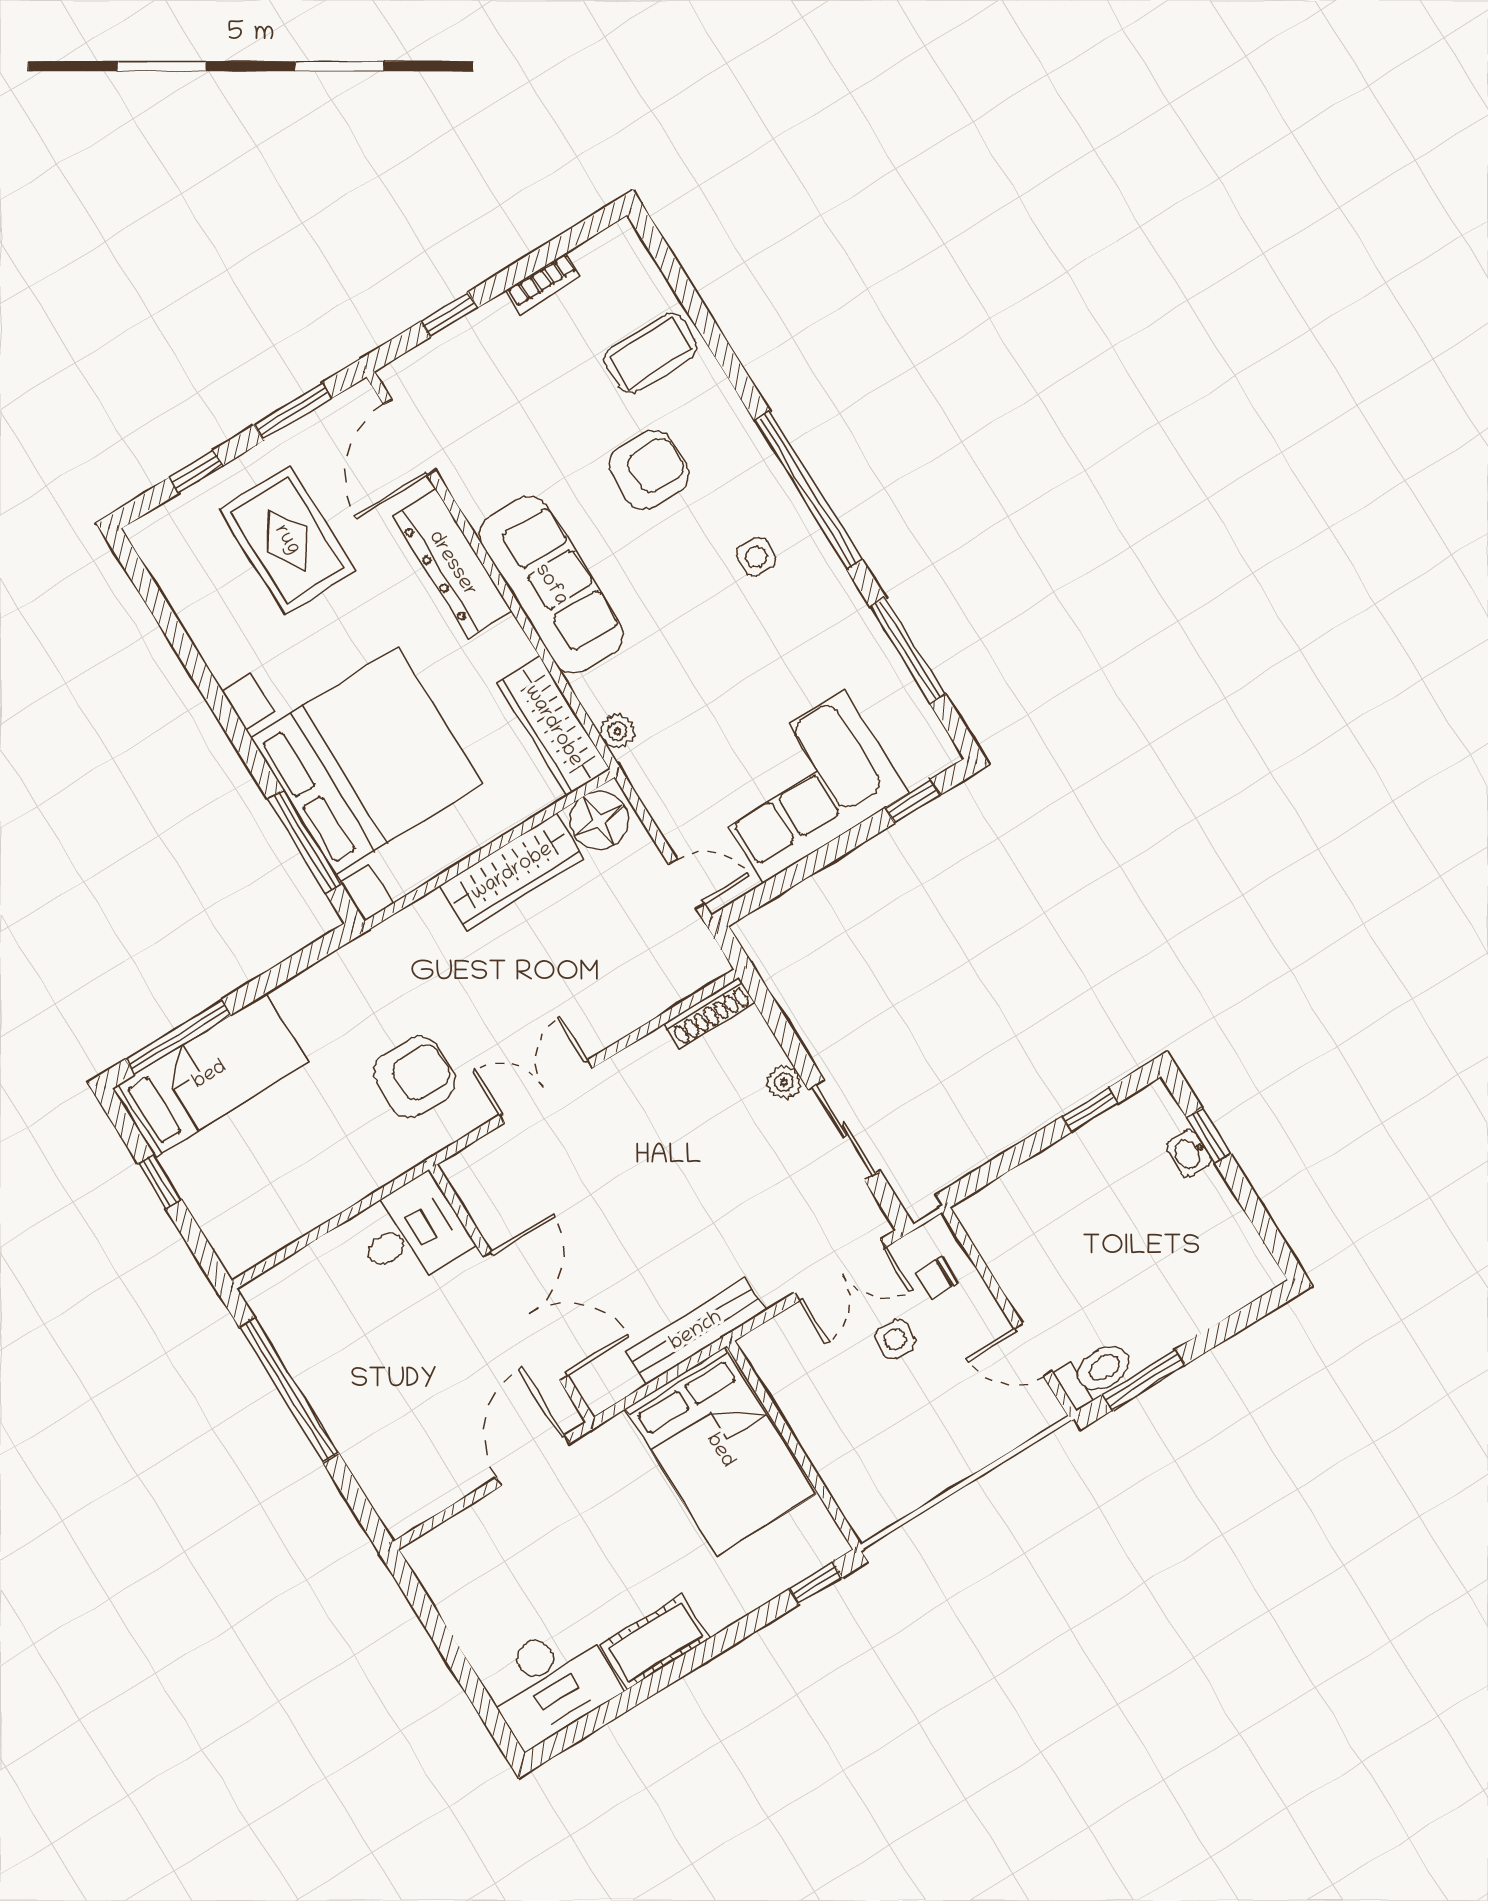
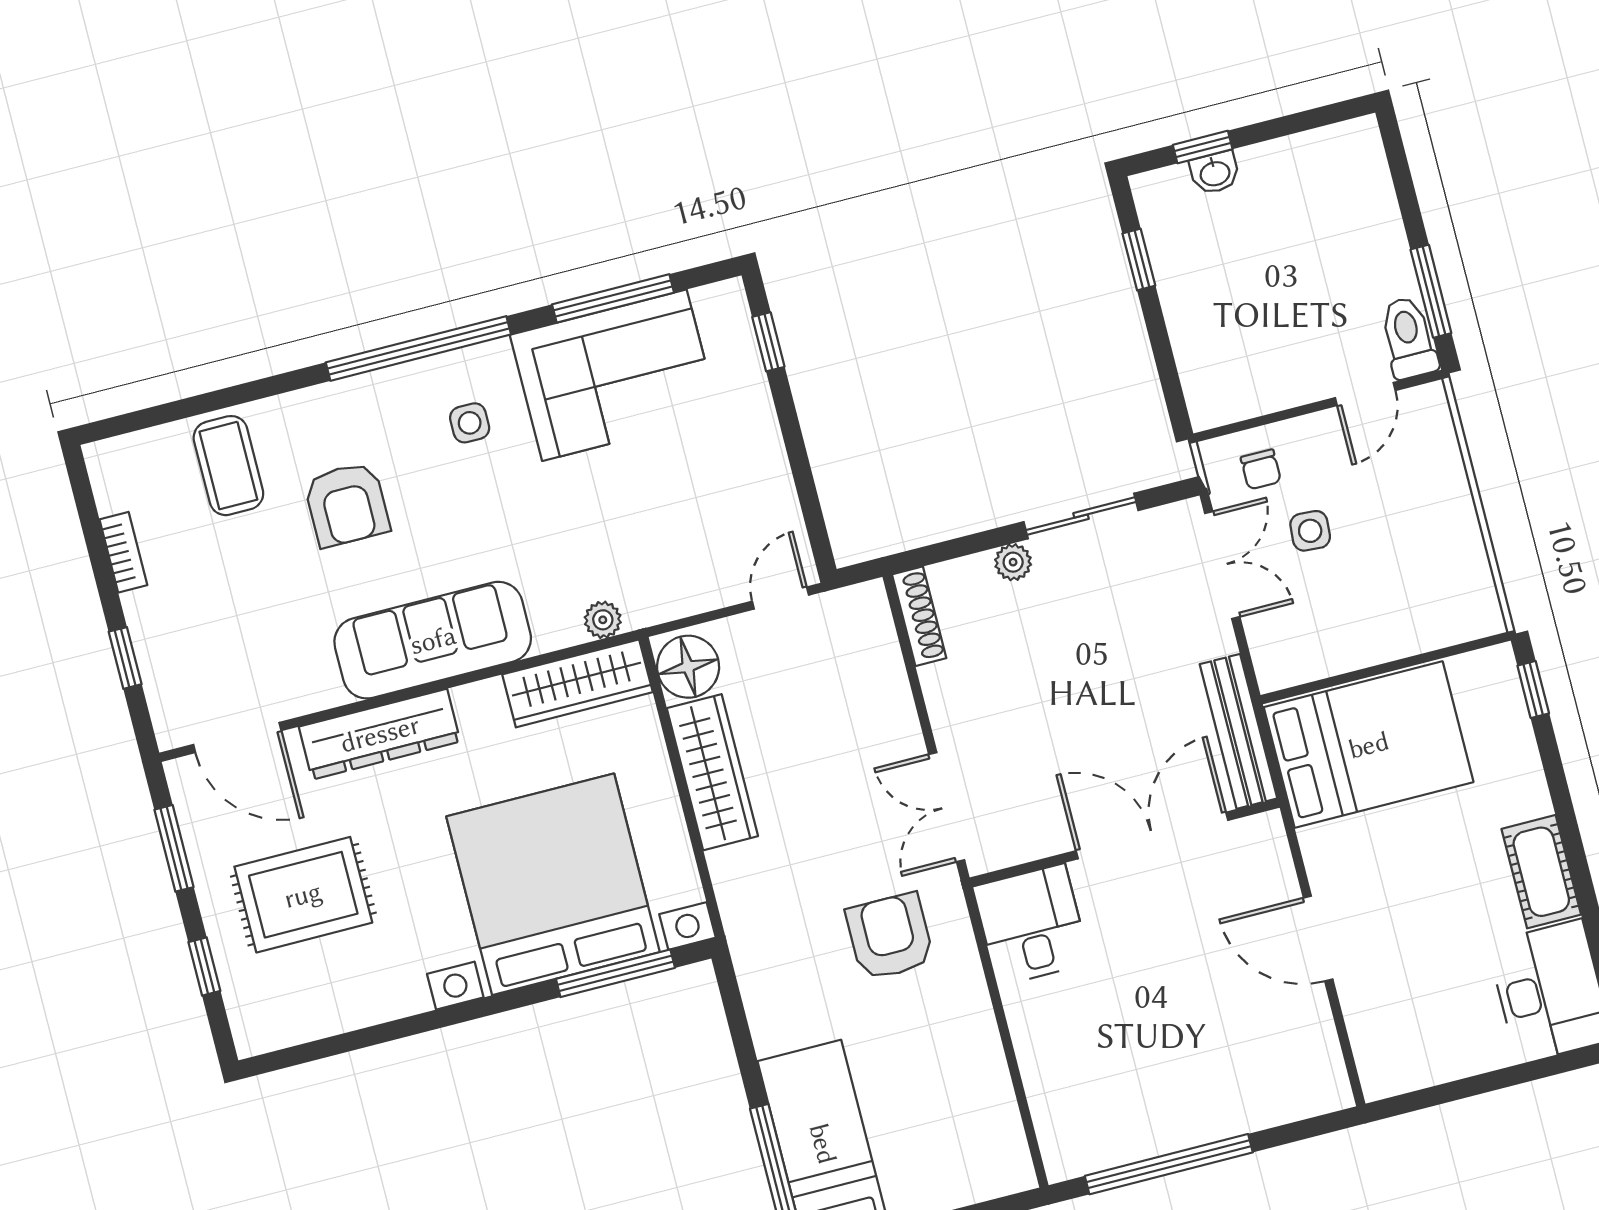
armchair: (649, 470) -> (347, 504), turned 180
corner sofa: (804, 786) -> (614, 375), moved, turned -90
desk: (412, 1233) -> (1031, 925), moved
wall: (511, 1293) -> (1125, 843), moved
double door: (525, 1316) -> (1152, 836), moved

